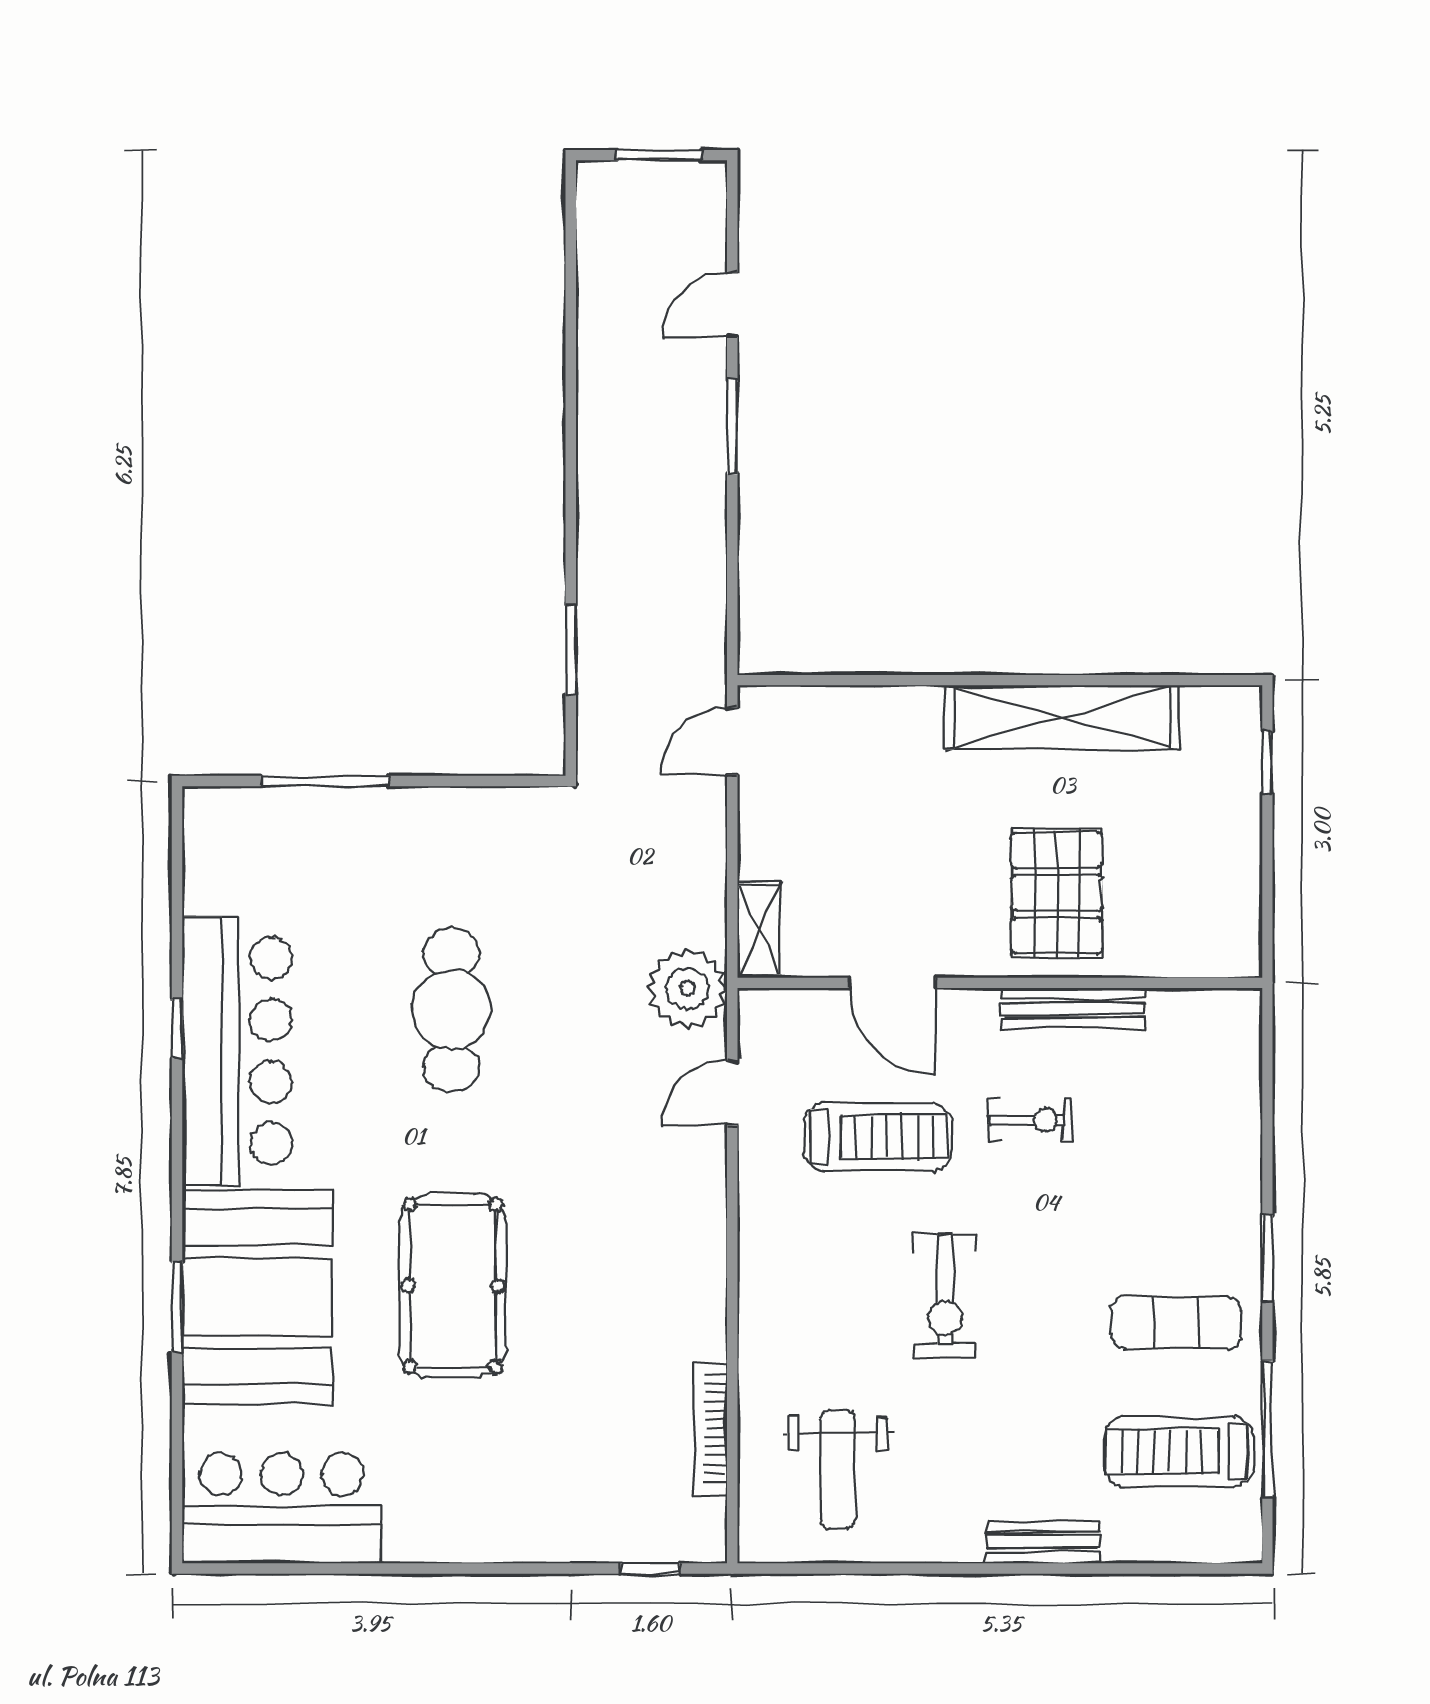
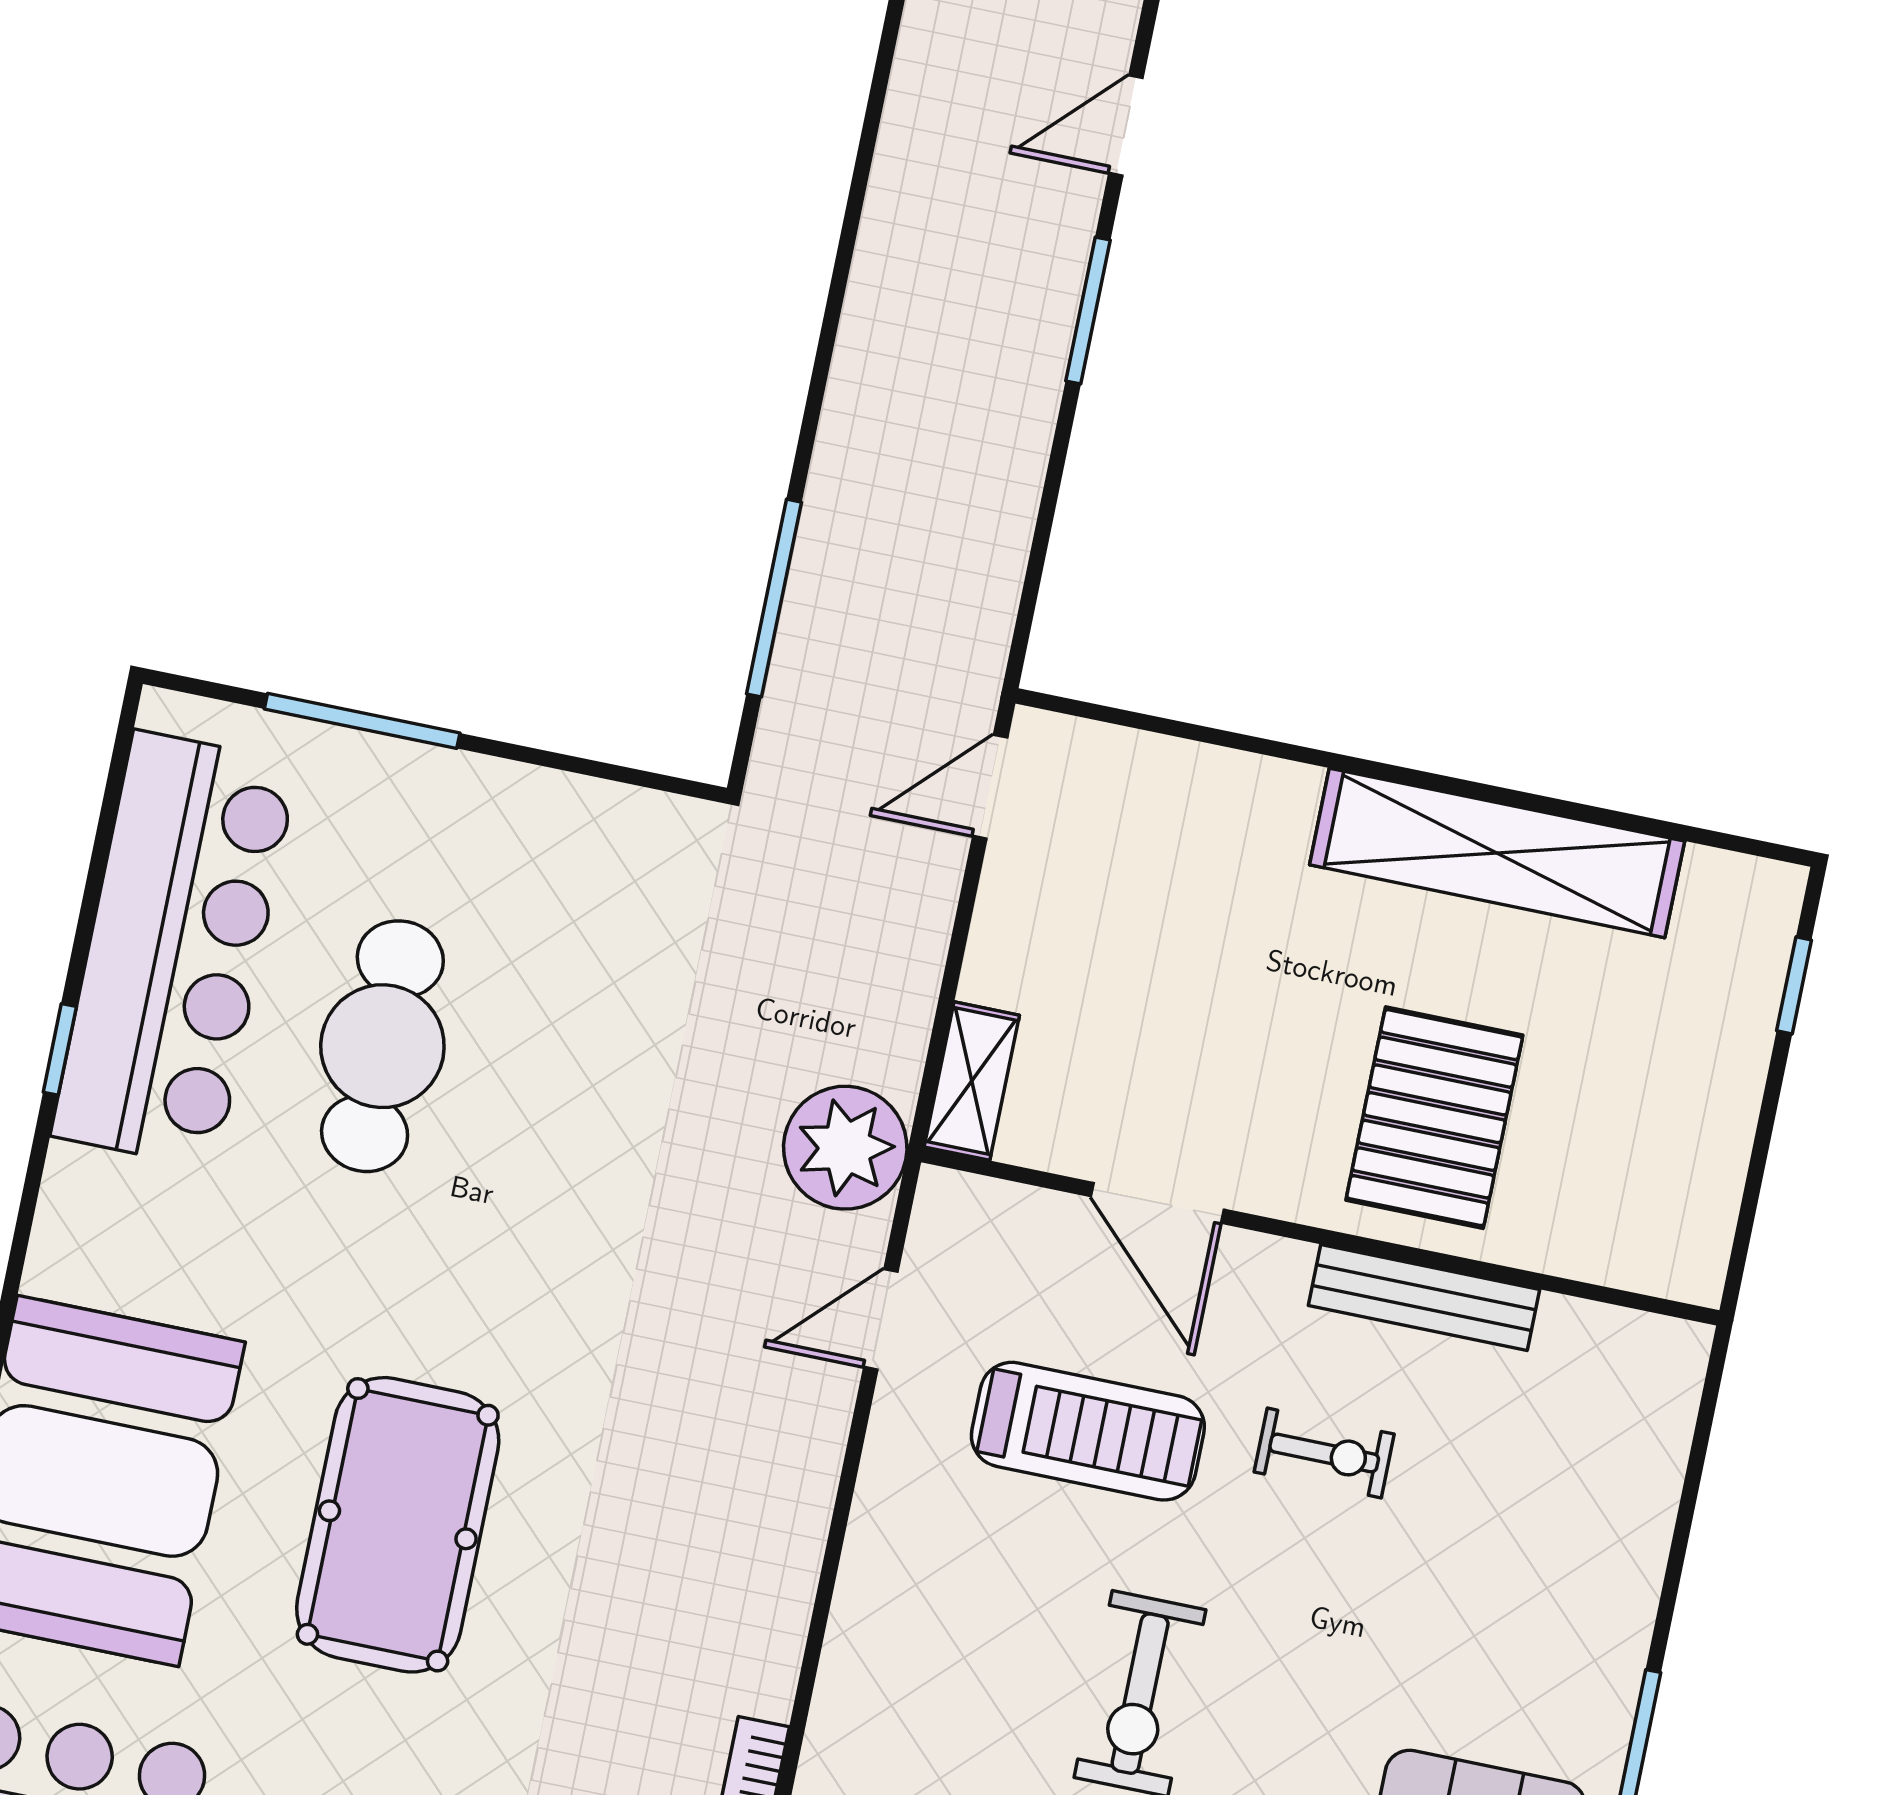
window: (571, 650) -> (774, 598), width x1.44
cafe table: (451, 1010) -> (382, 1046), moved
bar counter: (237, 1051) -> (175, 949), moved

